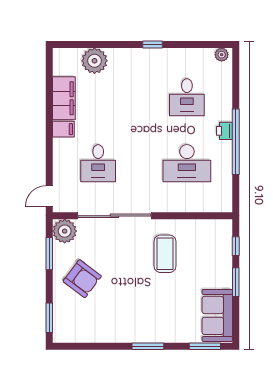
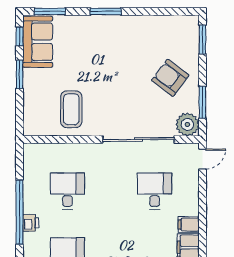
desk: (187, 163) -> (67, 191), width x0.73
window: (236, 246) -> (20, 36), moved
coffee table: (165, 254) -> (71, 109), moved

